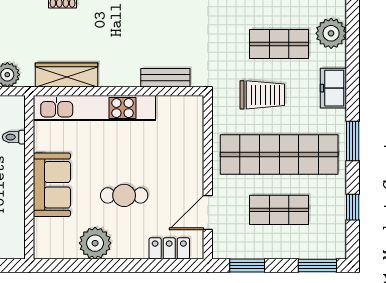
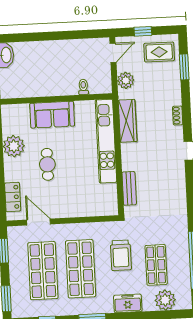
shop shelf: (279, 155) -> (81, 269), width x0.71
shop shelf: (279, 210) -> (43, 271), width x1.43, depth x1.36

